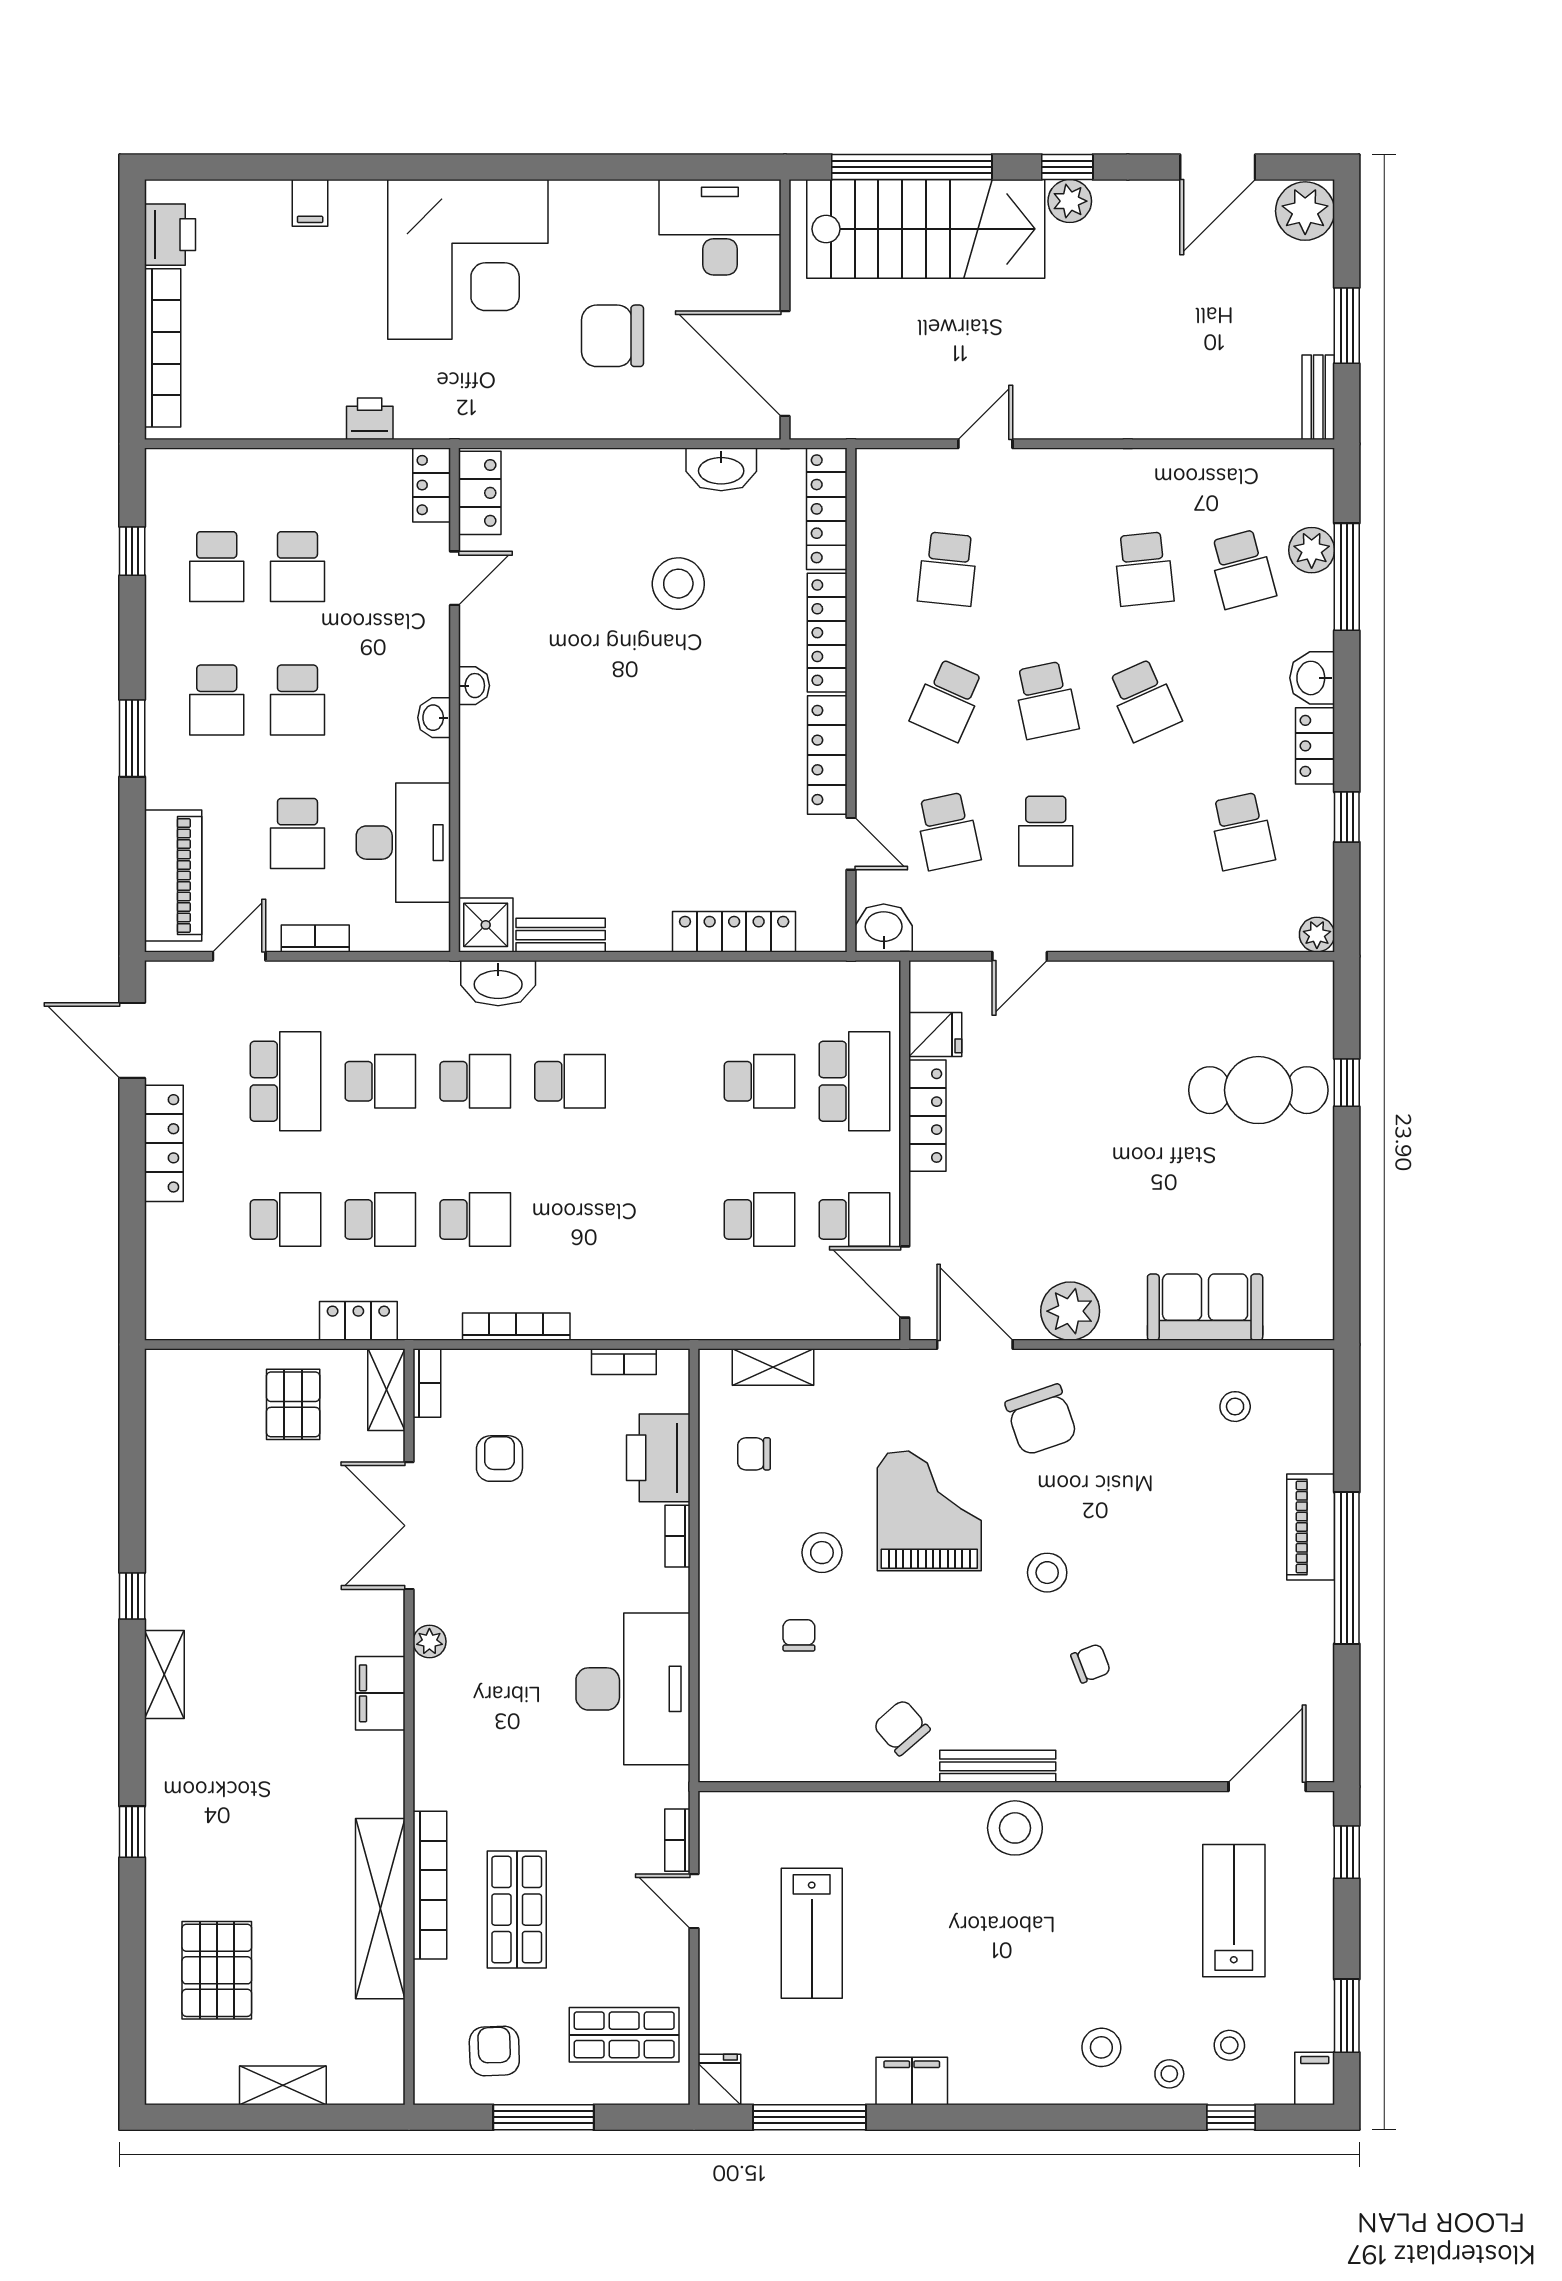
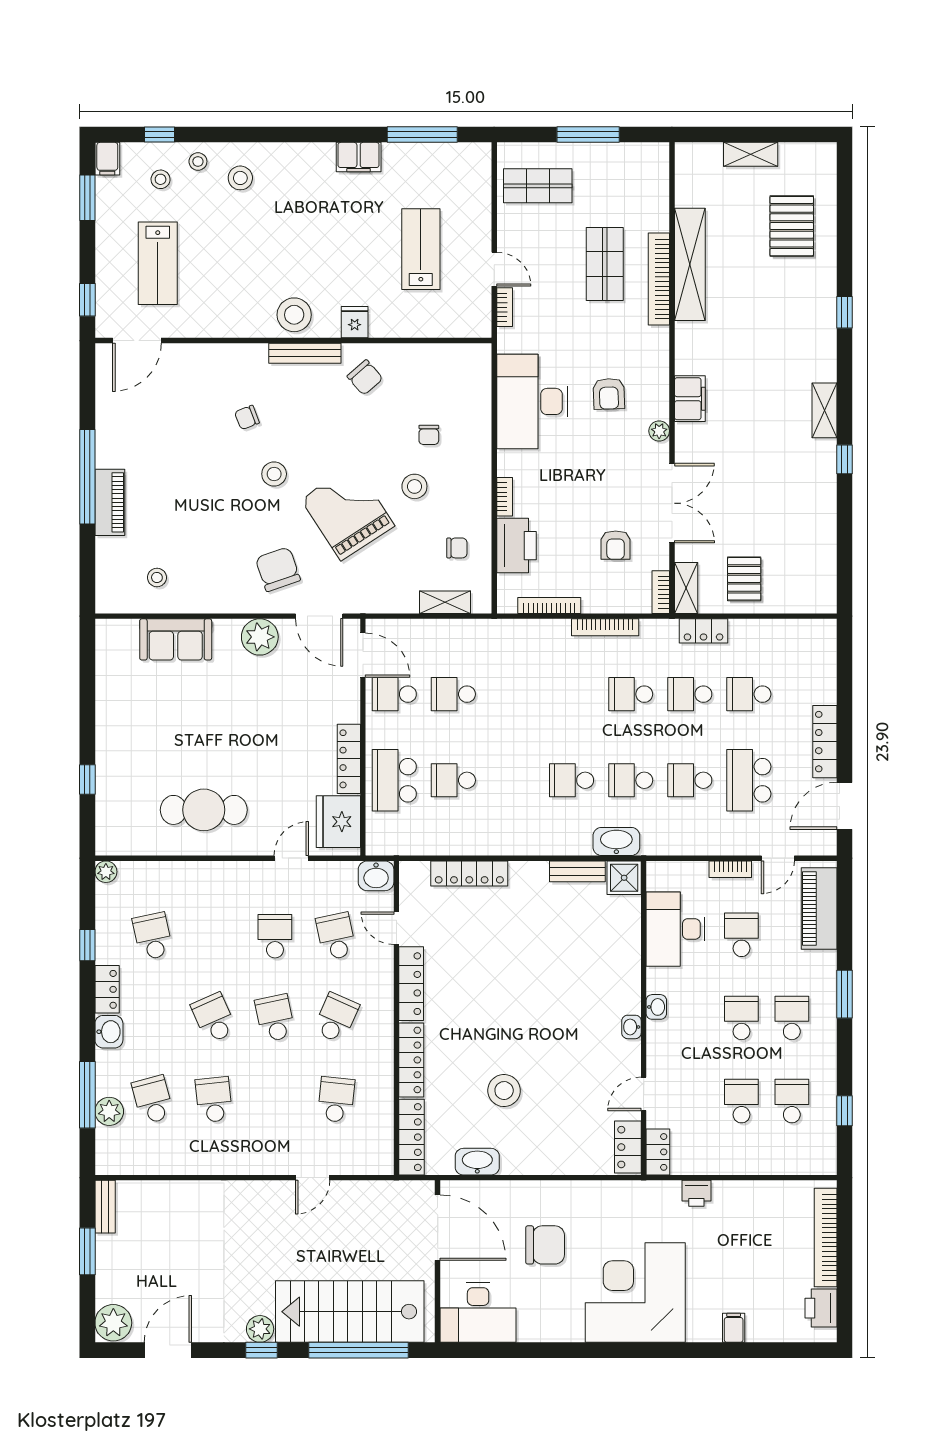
fridge: (935, 1034) -> (338, 822), width x1.88, depth x1.34
door: (132, 1040) -> (845, 806), swing flipped
cafe table: (1258, 1090) -> (204, 810), moved
bookcase: (624, 1362) -> (549, 606), width x1.56
grand piano: (929, 1511) -> (348, 512), turned 147
armchair: (494, 2051) -> (609, 394), moved
fridge: (719, 2079) -> (355, 322), moved, turned 180

